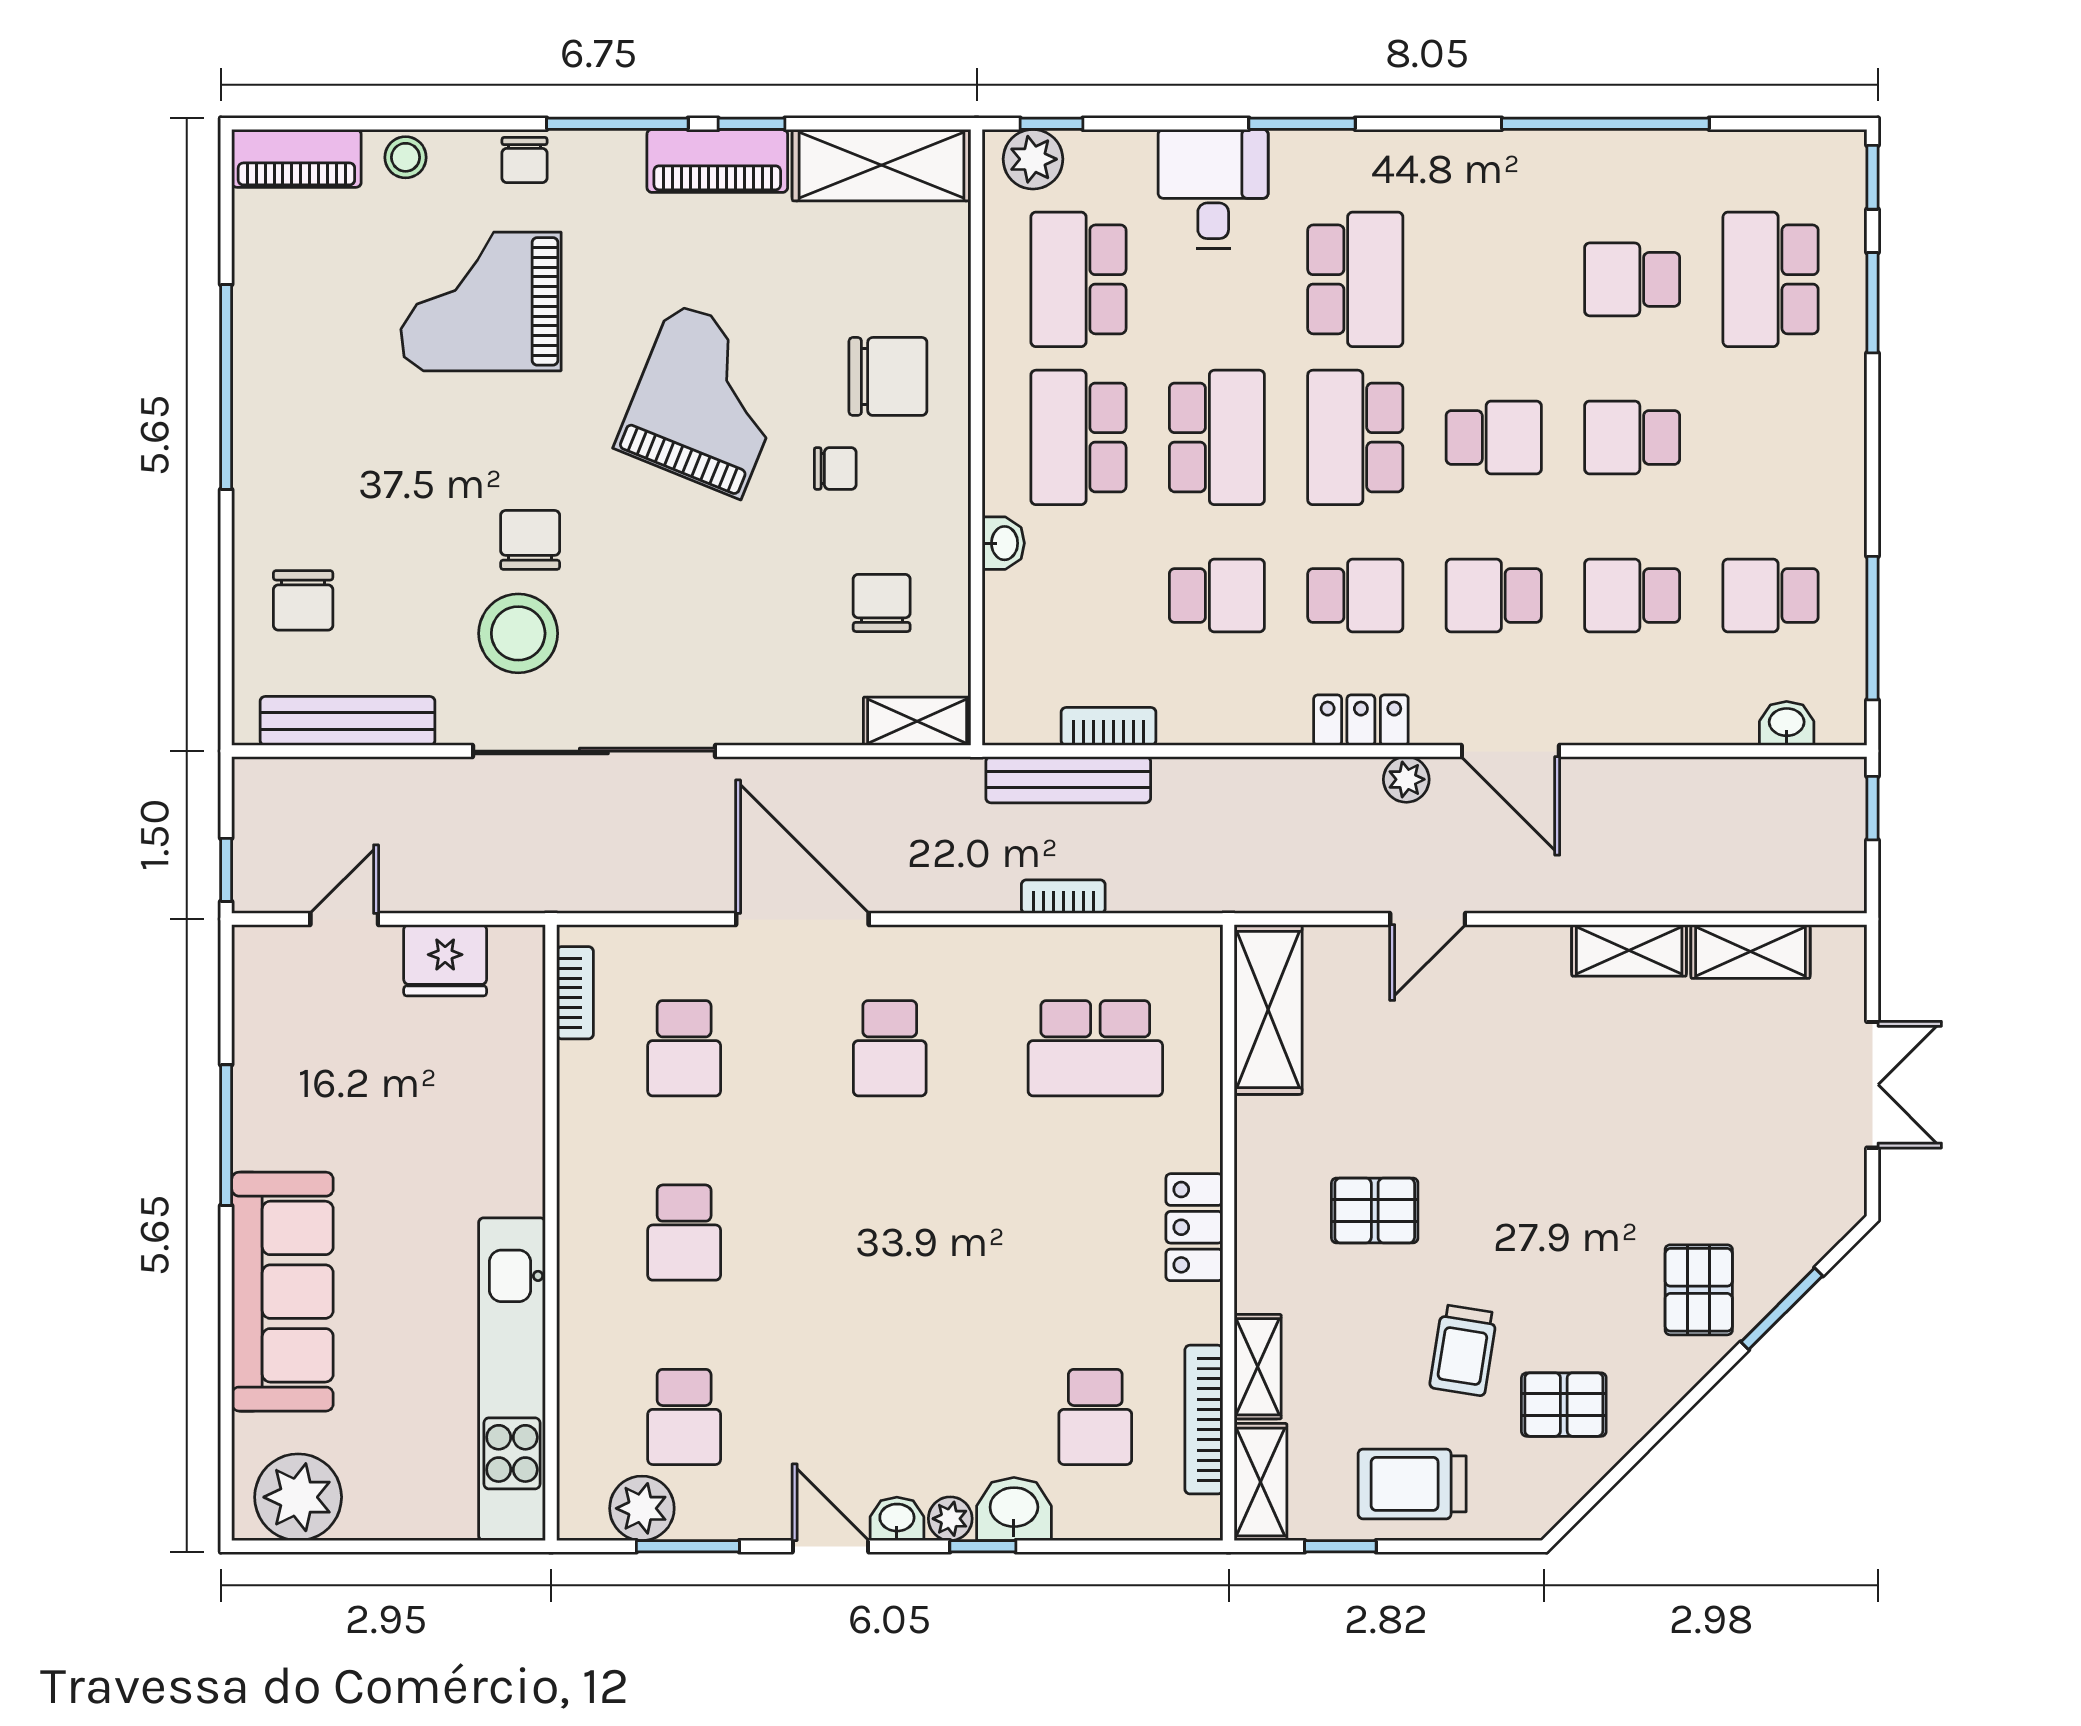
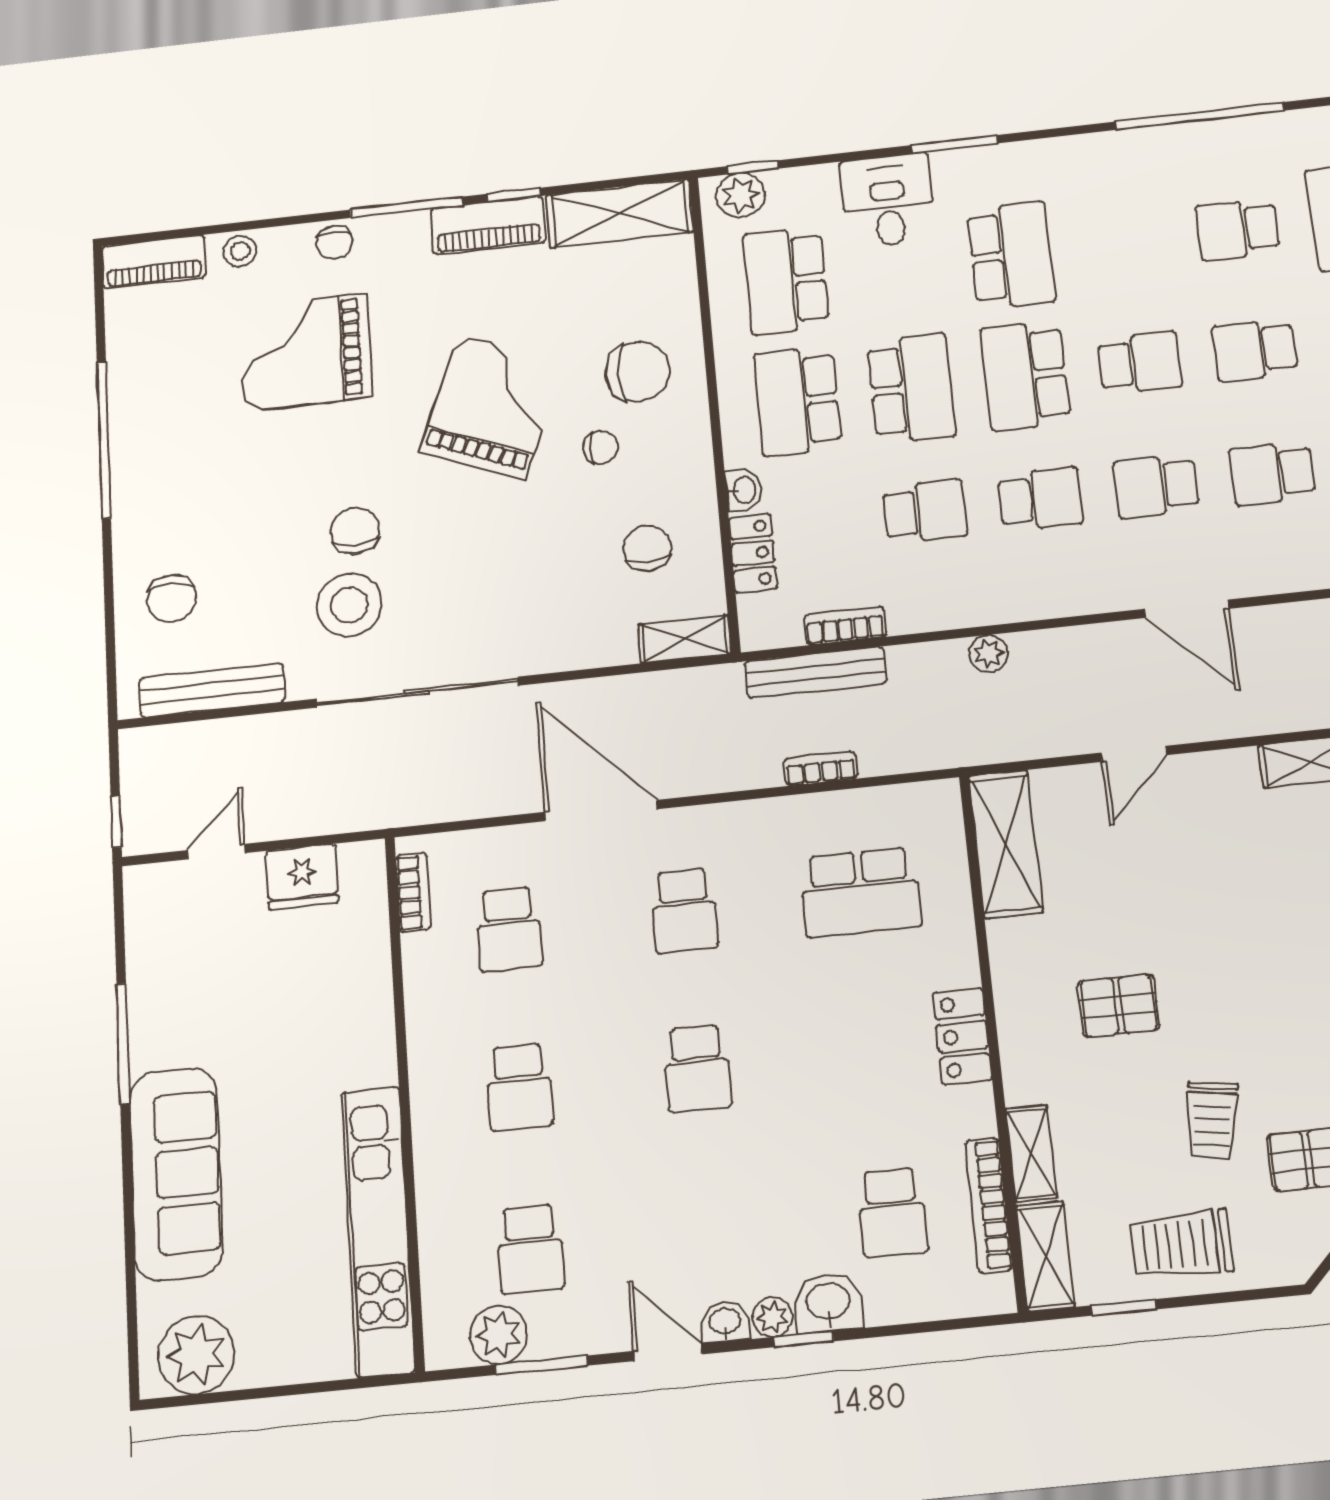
locker: (1361, 720) -> (753, 553), moved, turned 90
plant: (1406, 779) -> (988, 654), moved
school desk: (890, 1233) -> (697, 1068), added

